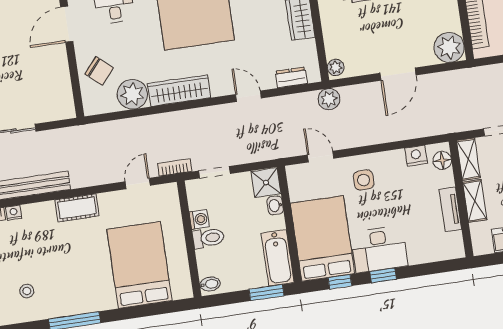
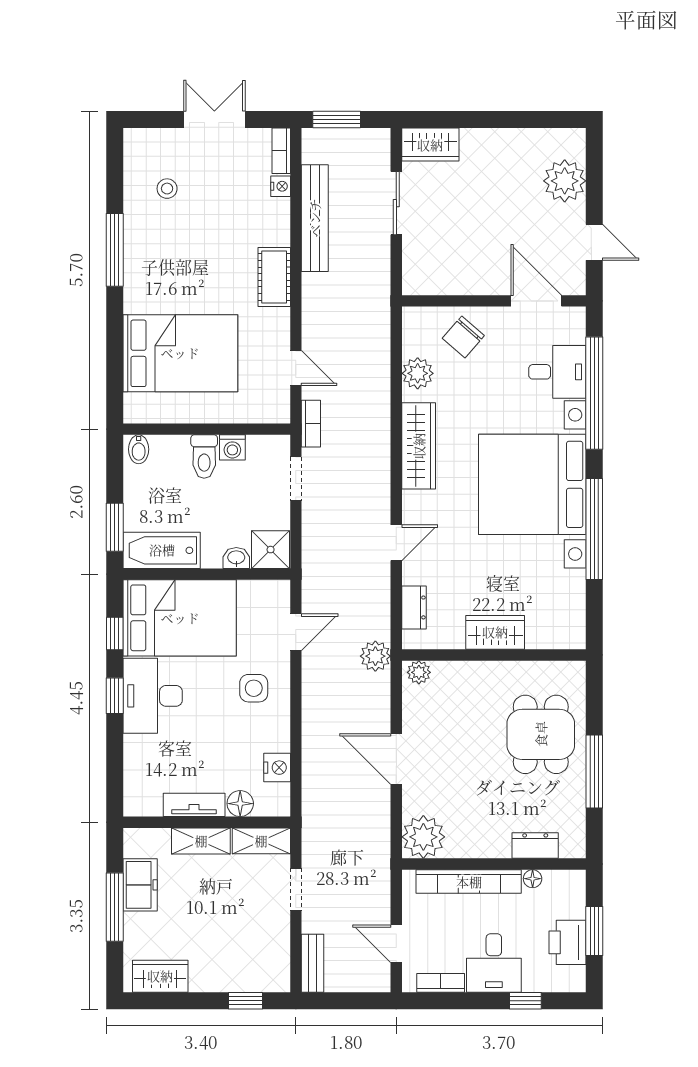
plant: (132, 94) -> (418, 373), width x0.73, depth x0.73
floor lamp: (442, 160) -> (240, 804), moved

